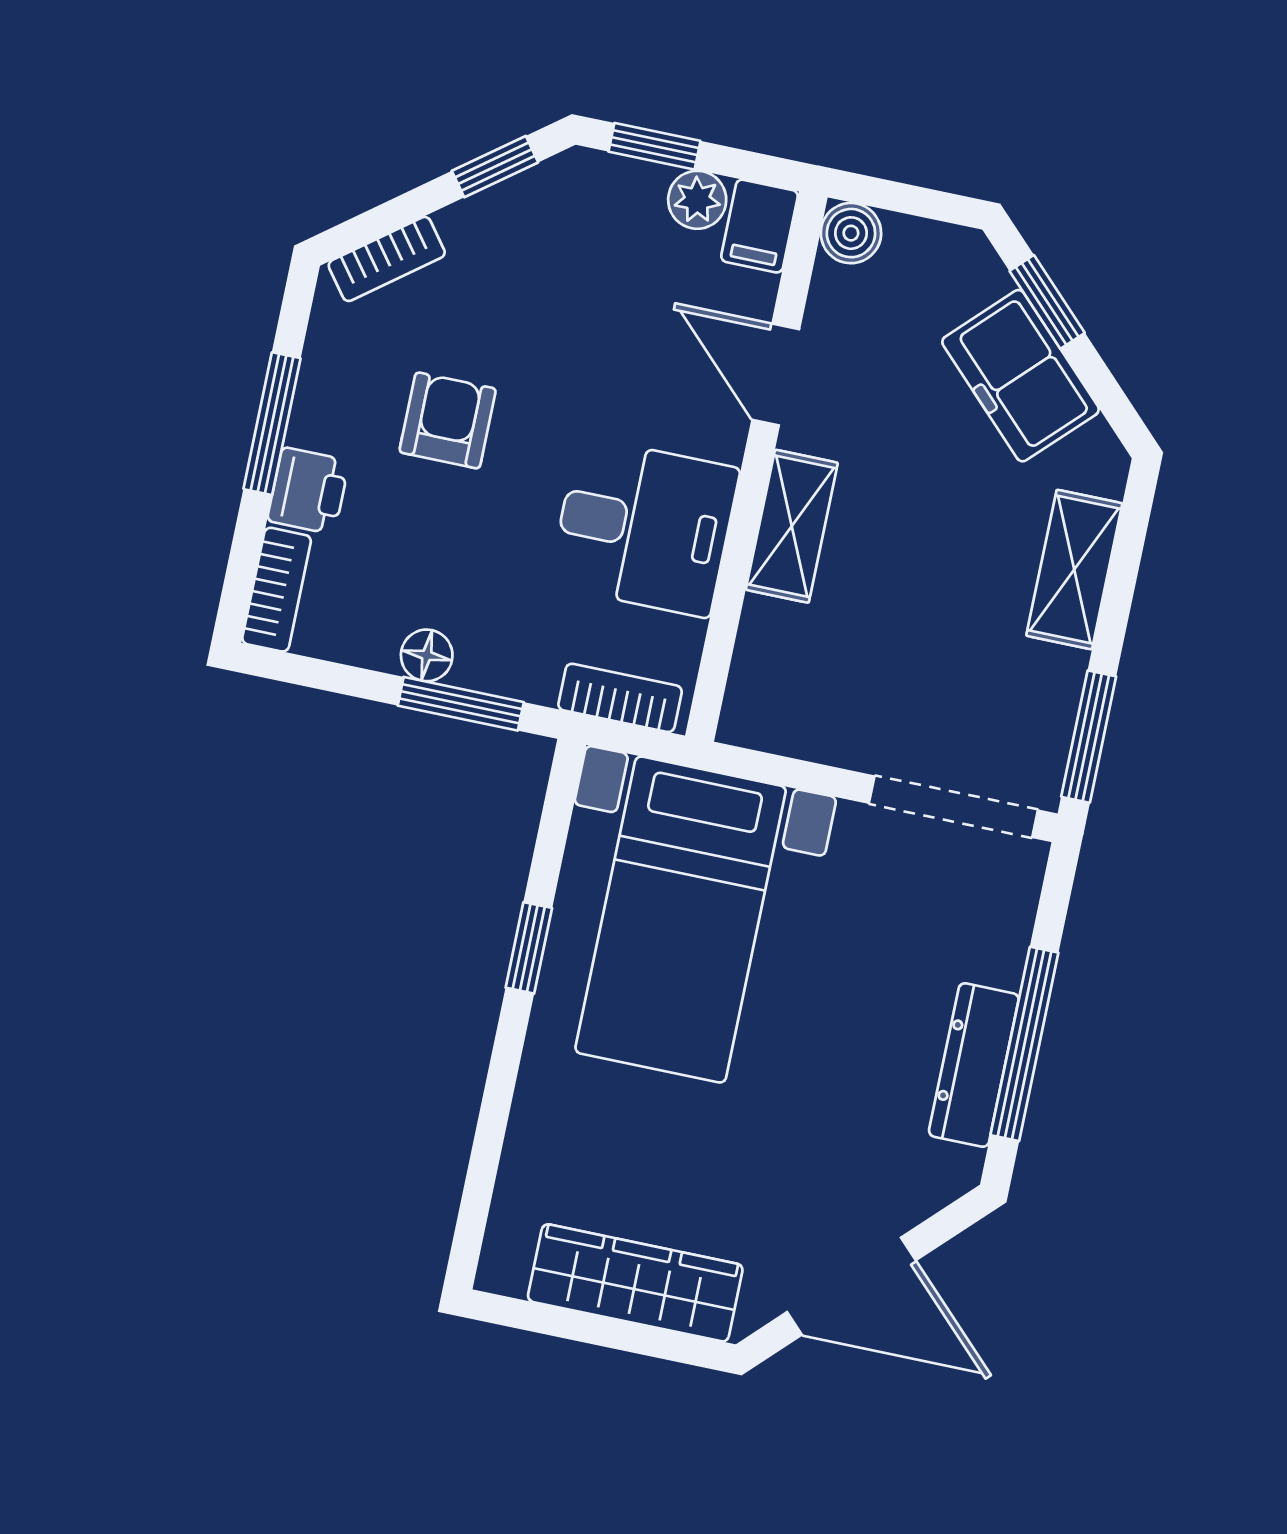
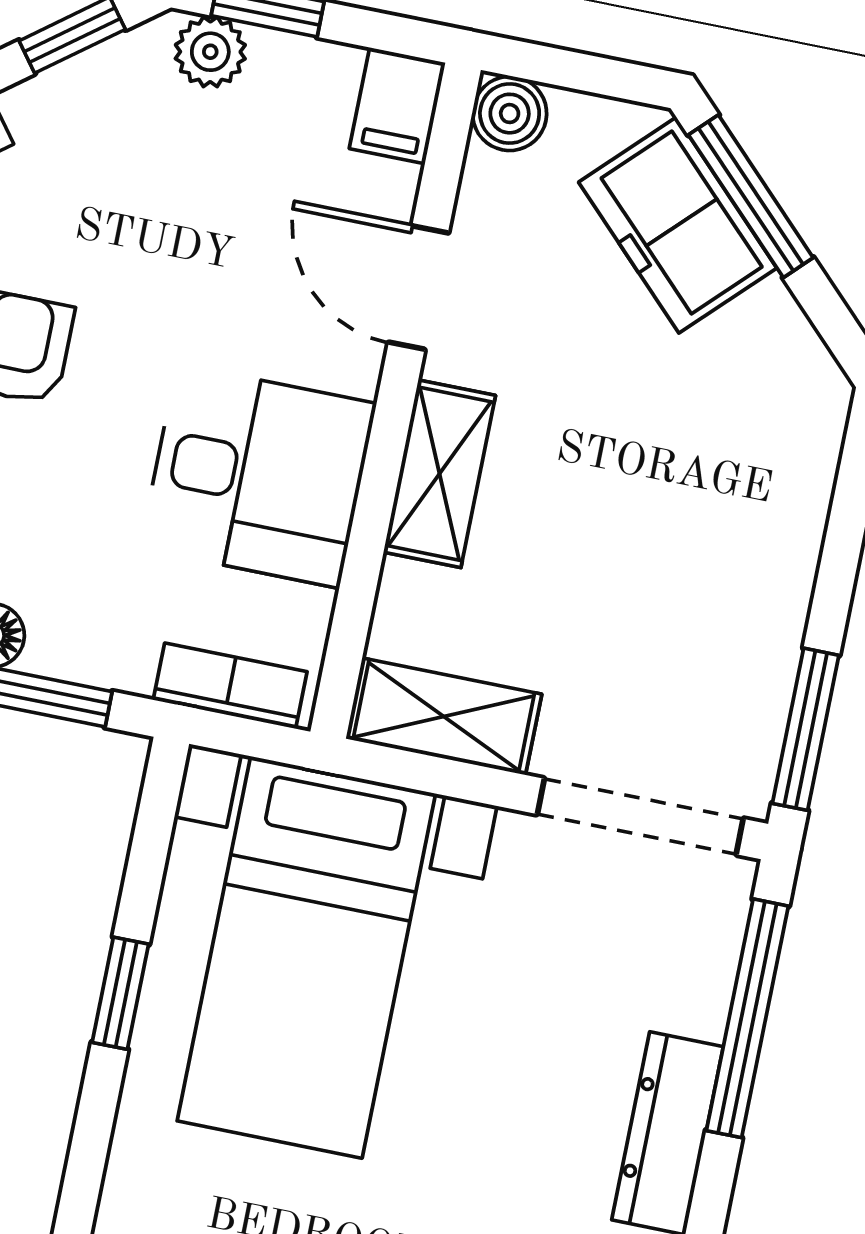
plant: (697, 200) -> (210, 52), moved
window: (1047, 302) -> (751, 196), width x1.50
freezer: (1020, 376) -> (678, 225), moved
shelving: (1074, 570) -> (444, 716), moved, turned 90
window: (1024, 1044) -> (747, 1018), moved

